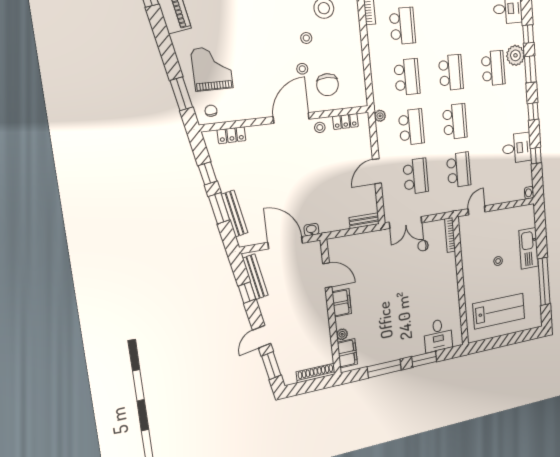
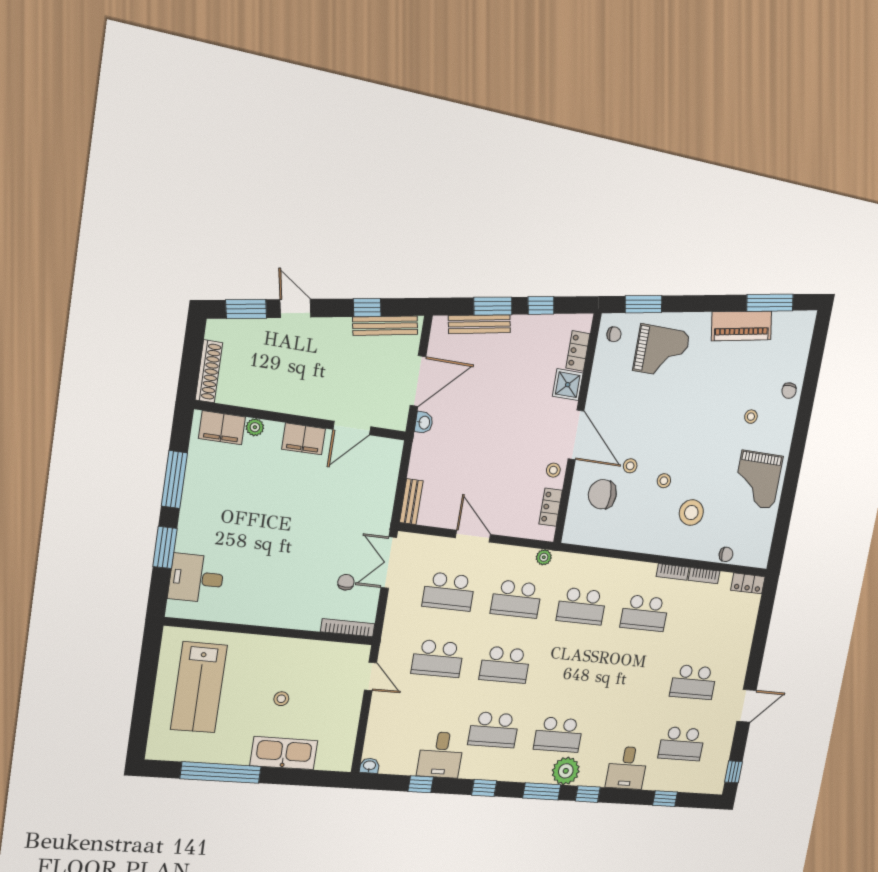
school desk: (451, 73) -> (494, 730), moved
shower: (258, 135) -> (568, 385), added

